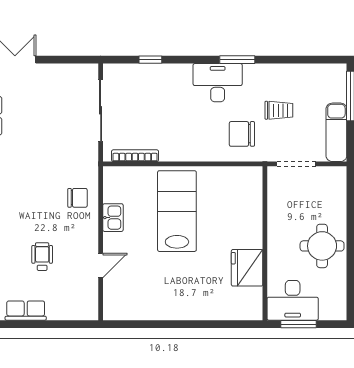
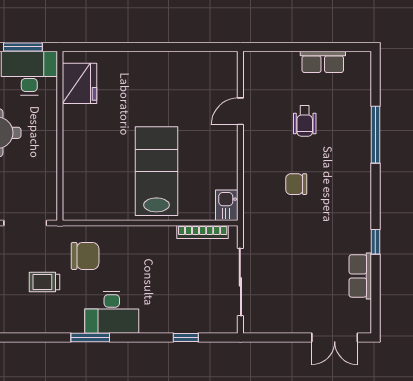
chair: (78, 198) -> (296, 184), moved
lab bench: (177, 211) -> (156, 171), turned 180
kitchen sink: (113, 218) -> (227, 205), moved
fridge: (247, 268) -> (79, 83), moved

